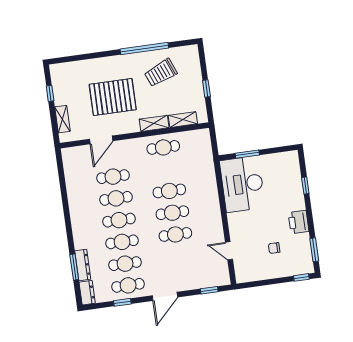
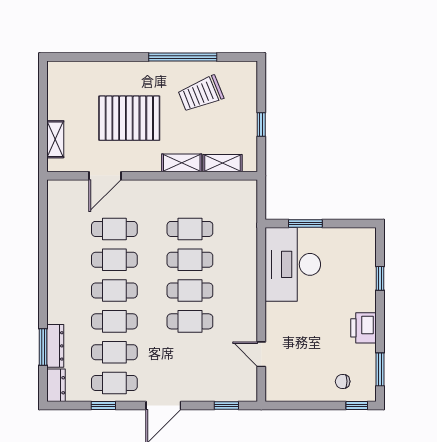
window: (50, 93) -> (43, 101), removed
cafe table: (163, 147) -> (190, 229), moved
chair: (274, 248) -> (343, 381), moved

